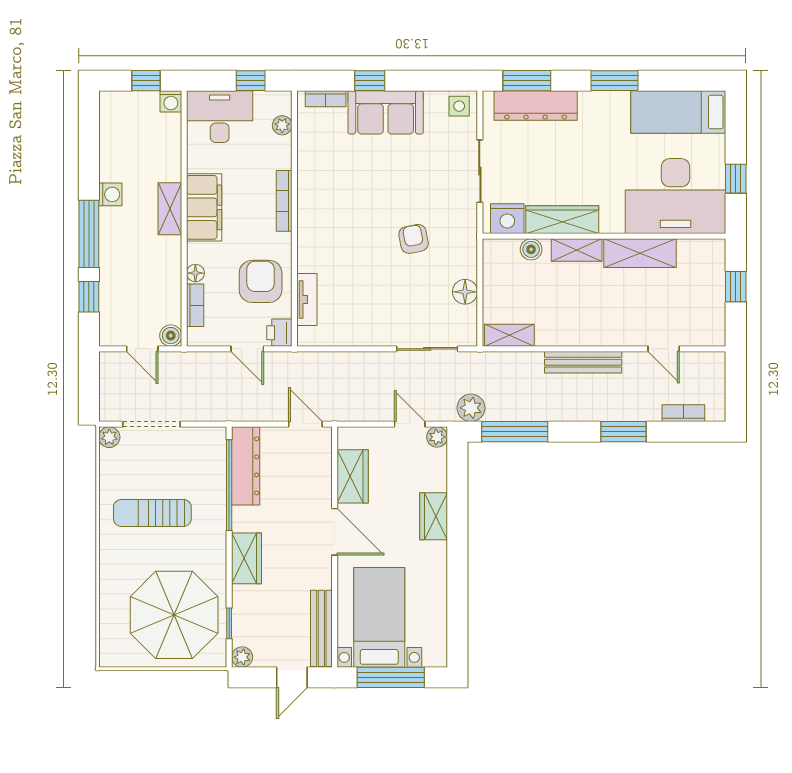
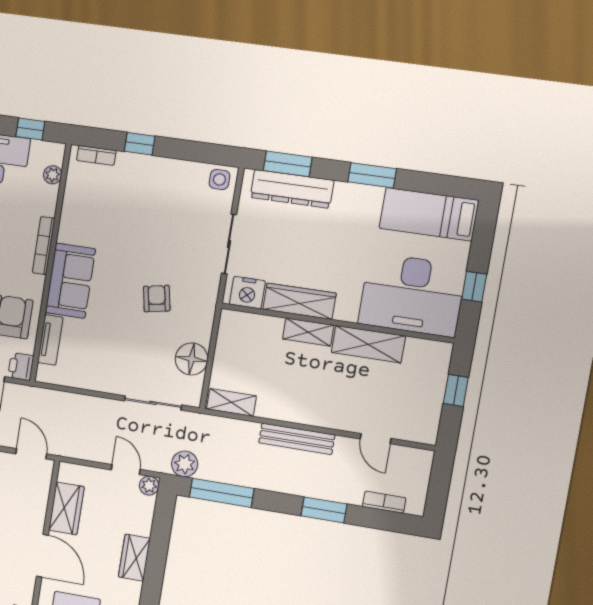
sofa: (386, 112) -> (70, 281), moved, turned -90
boiler: (531, 249) -> (265, 325), removed
floor lamp: (465, 292) -> (192, 359), width x1.38, depth x1.38

